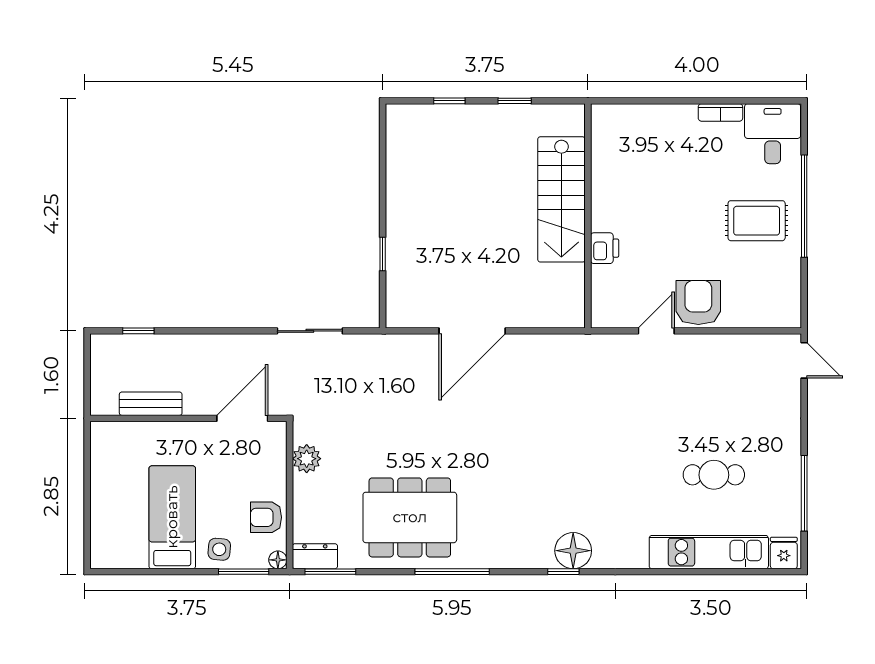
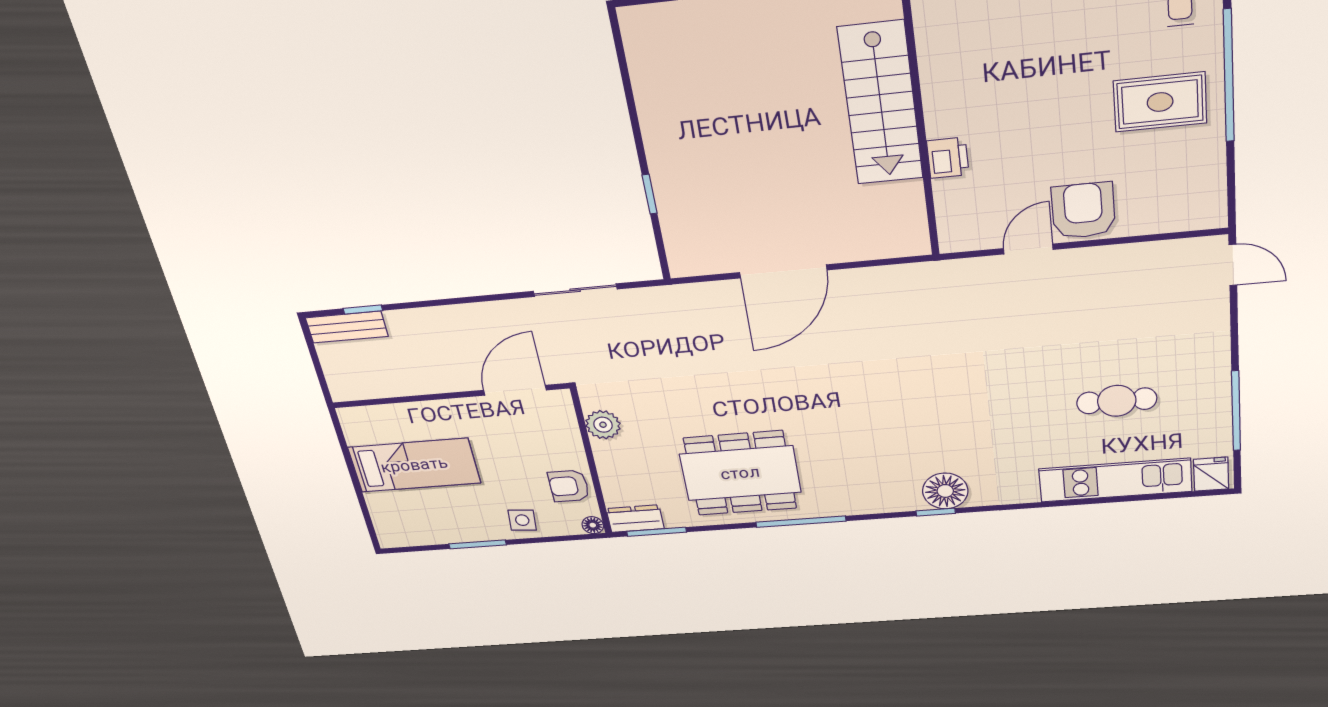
bench: (151, 404) -> (347, 327), moved
bed: (172, 517) -> (414, 465), moved, turned 90
window: (244, 572) -> (478, 544), moved

